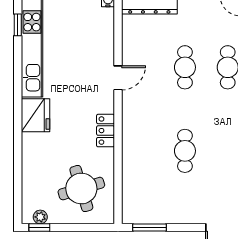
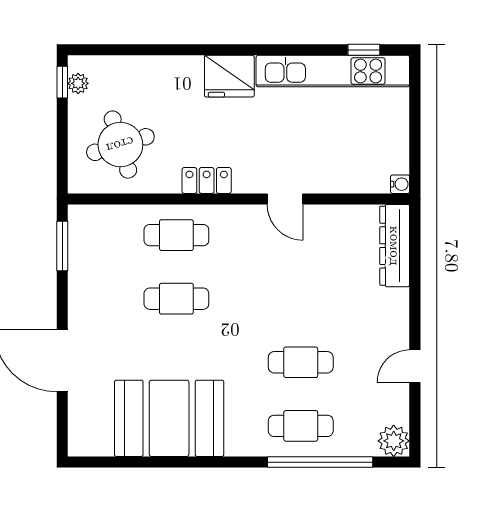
cafe table: (185, 67) -> (176, 235), moved

